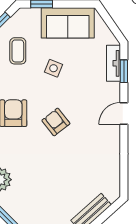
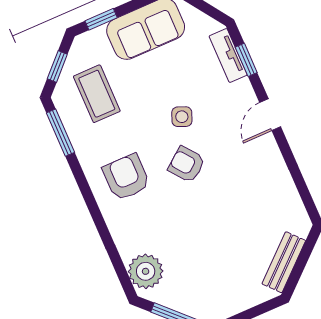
coffee table: (18, 51) -> (97, 94), width x1.36, depth x1.30
side table: (54, 68) -> (182, 117), moved

